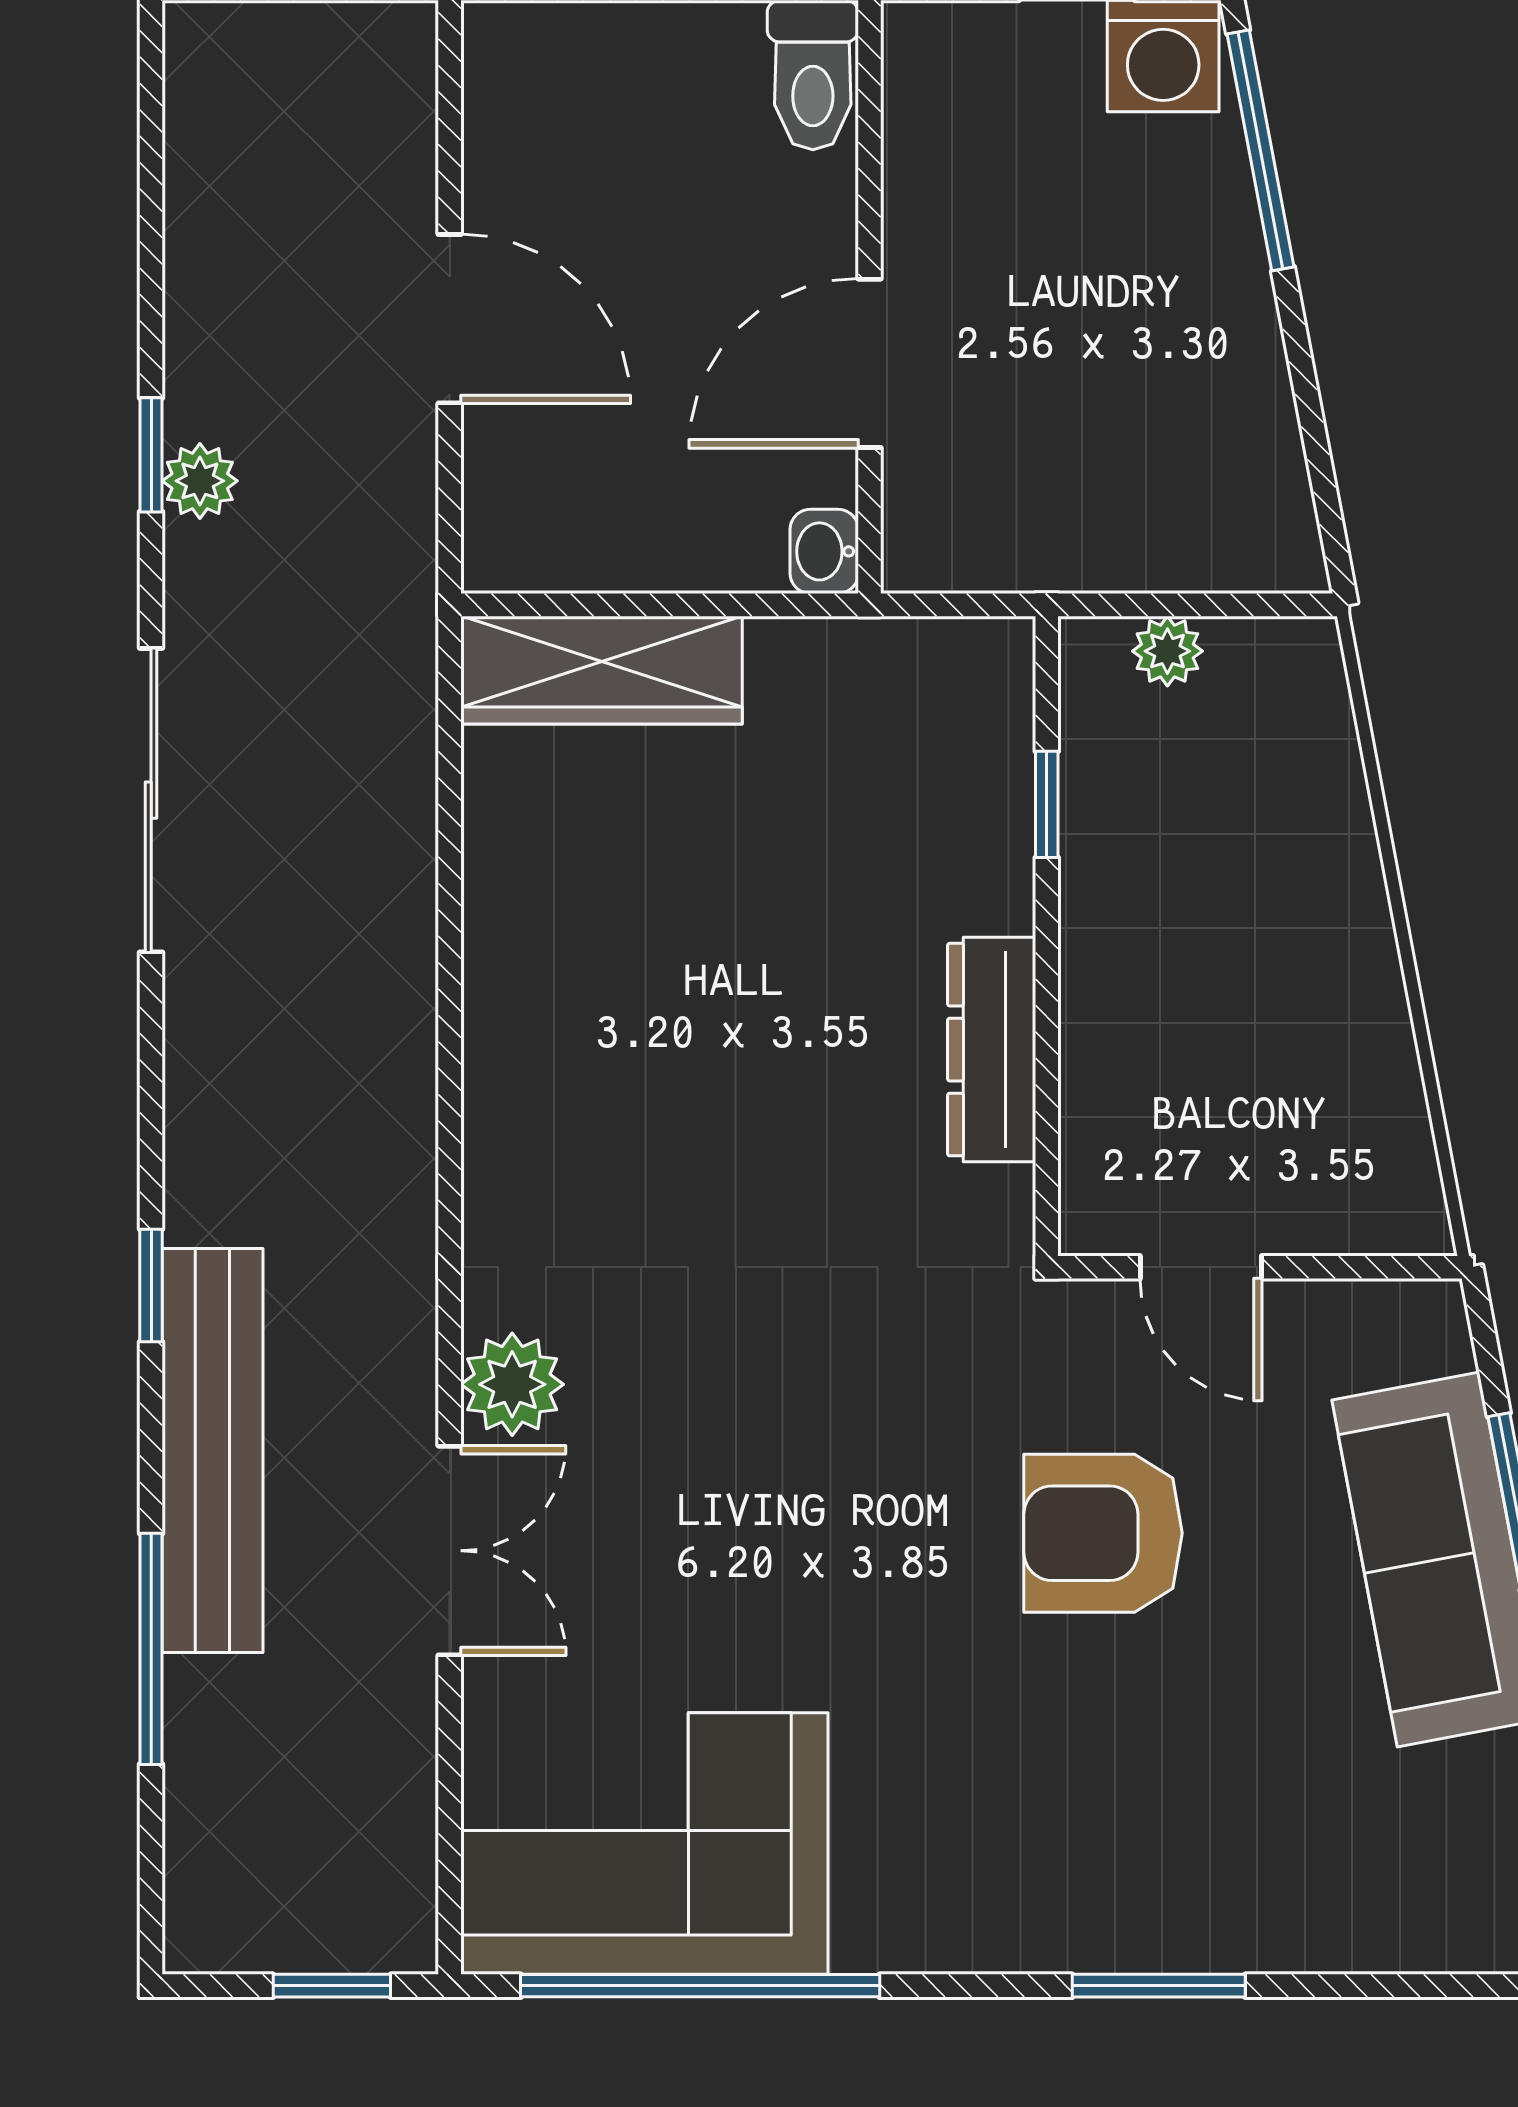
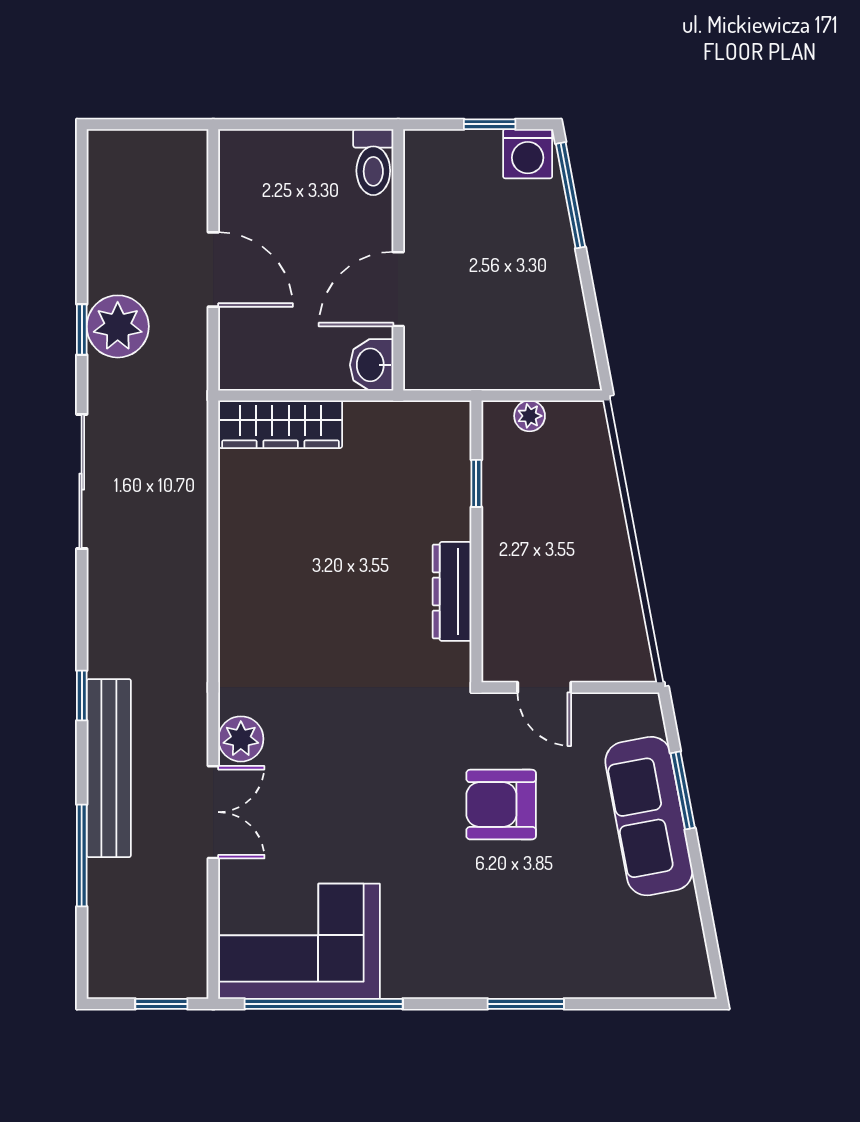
plant: (200, 481) -> (118, 326), width x1.88, depth x1.88
washbasin: (824, 551) -> (372, 365), width x1.38, depth x1.45

